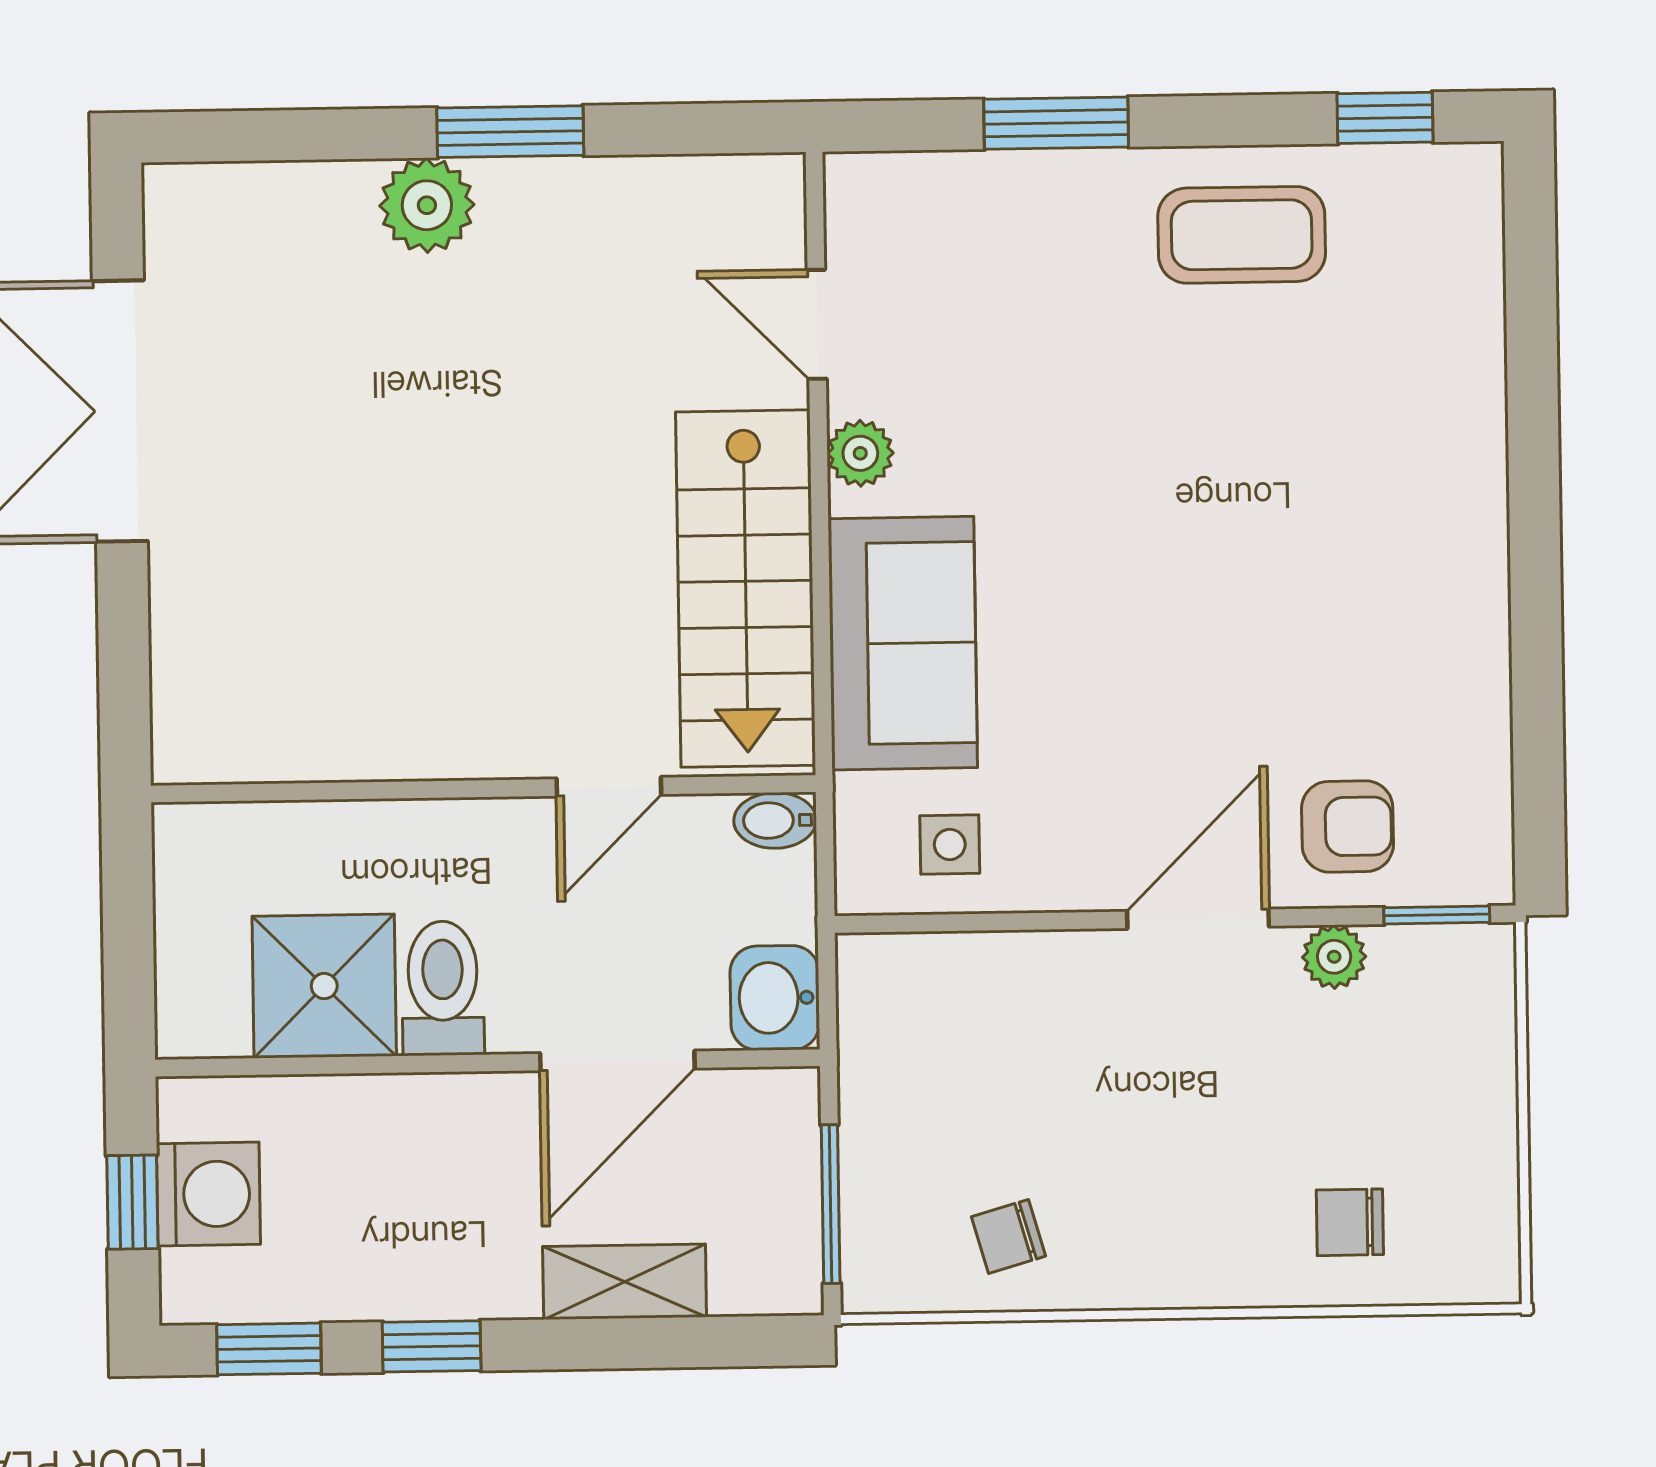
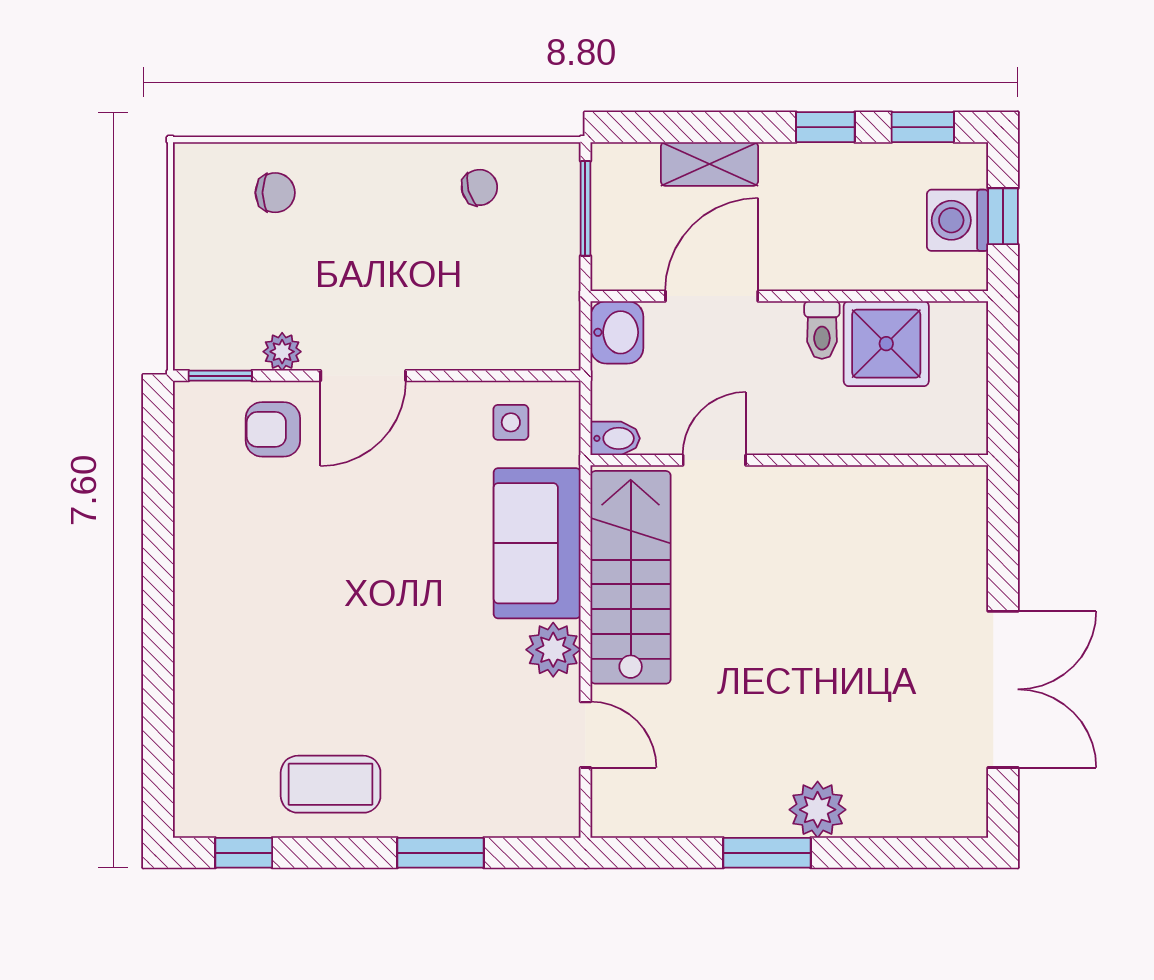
plant: (860, 453) -> (553, 650), width x1.38, depth x1.38
toilet: (443, 988) -> (822, 330), width x0.73, depth x0.72

